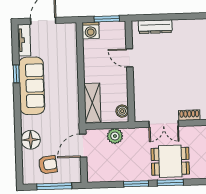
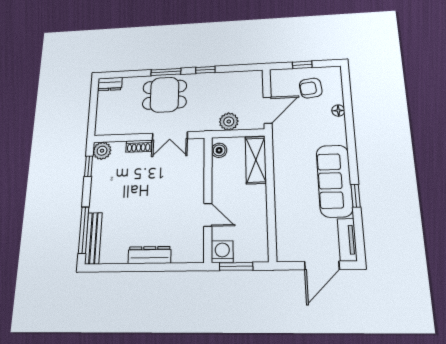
dresser: (155, 27) -> (149, 255), moved
washing machine: (91, 30) -> (222, 252), moved
double door: (164, 124) -> (170, 136), swing flipped
floor lamp: (31, 140) -> (338, 111), width x0.53, depth x0.53
window: (136, 184) -> (205, 70), width x0.67
window: (54, 186) -> (302, 65), width x0.46

